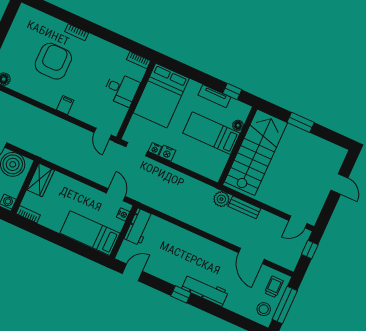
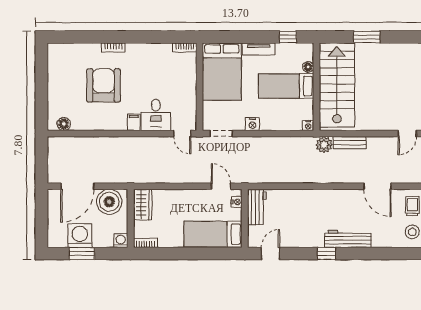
desk: (121, 89) -> (156, 115), moved, turned 90
tv unit: (214, 96) -> (259, 49), moved
nightstand: (155, 149) -> (308, 125), moved

